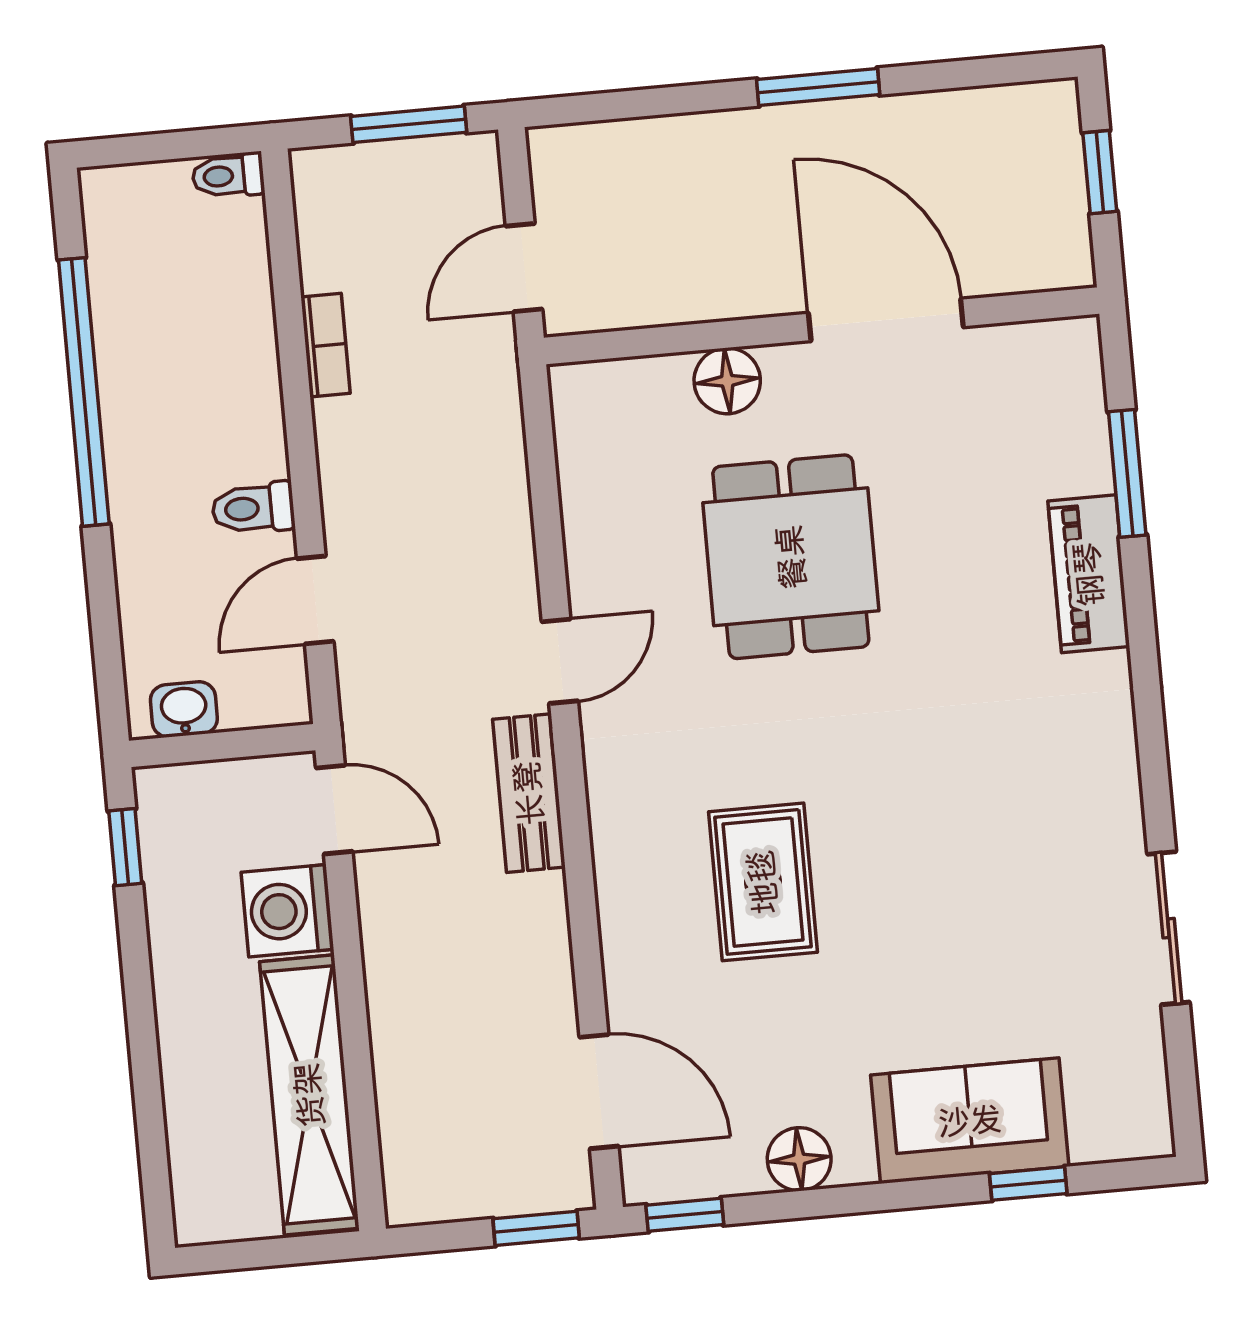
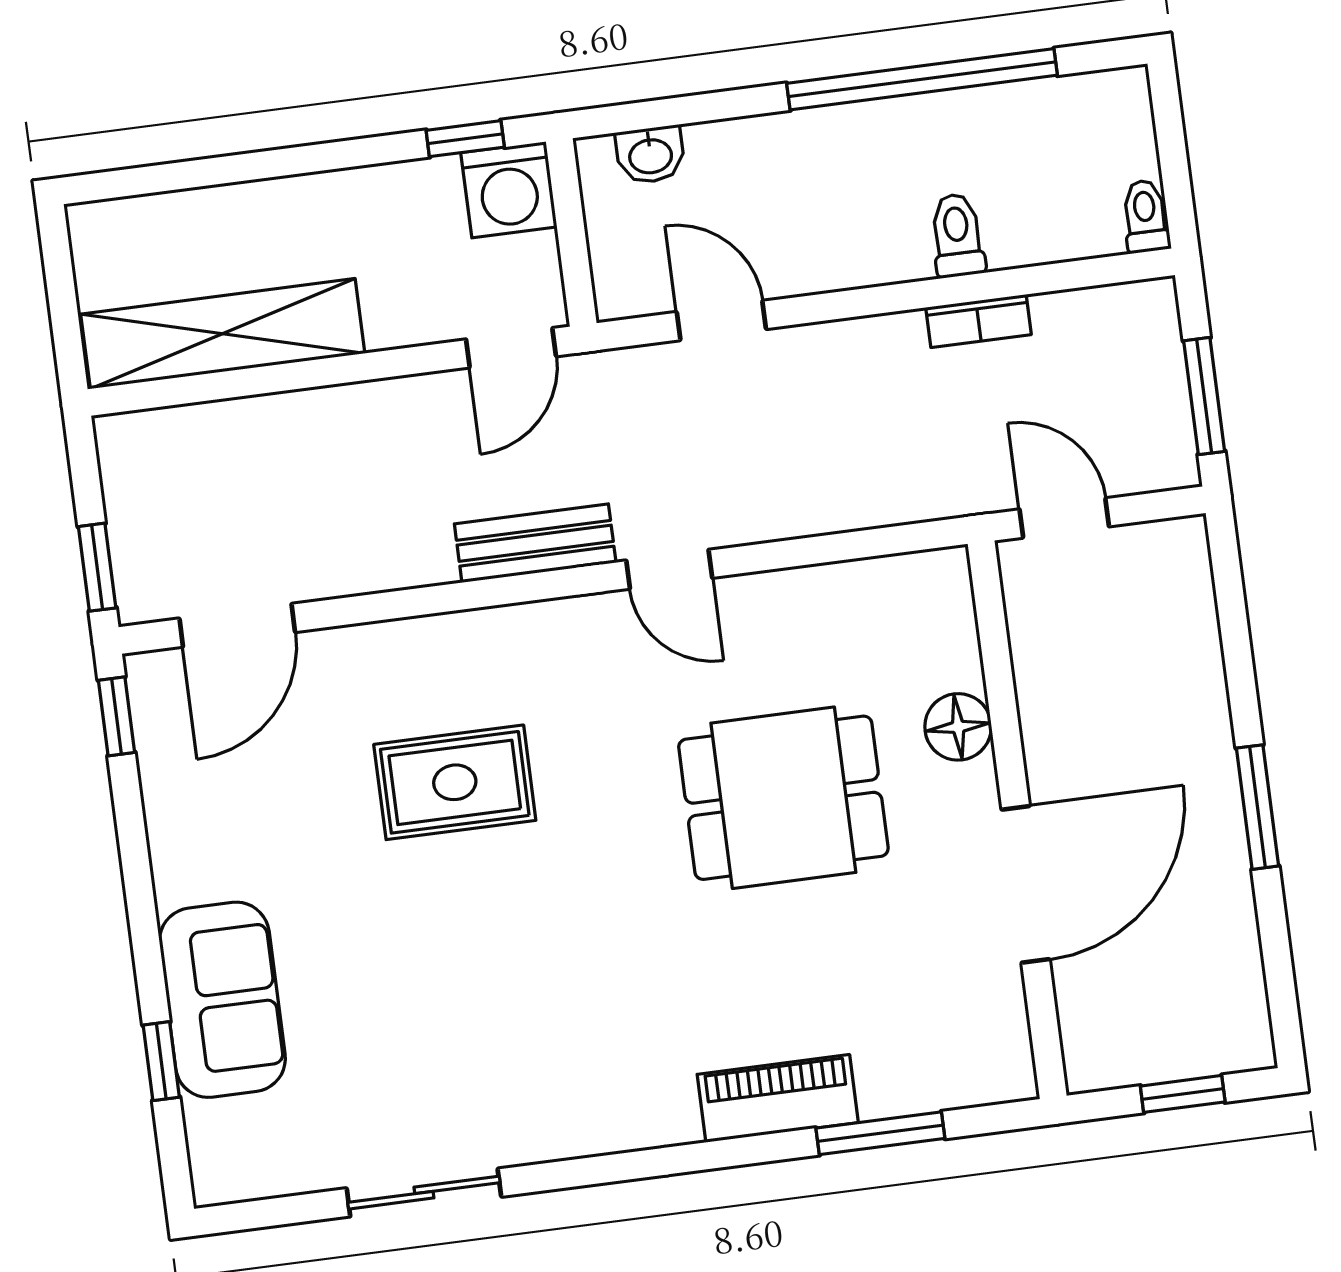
toilet: (253, 508) -> (957, 235), moved
washbasin: (184, 709) -> (650, 155), moved, turned 90
washing machine: (287, 911) -> (509, 190), moved, turned 180
floor lamp: (799, 1159) -> (177, 829), removed

